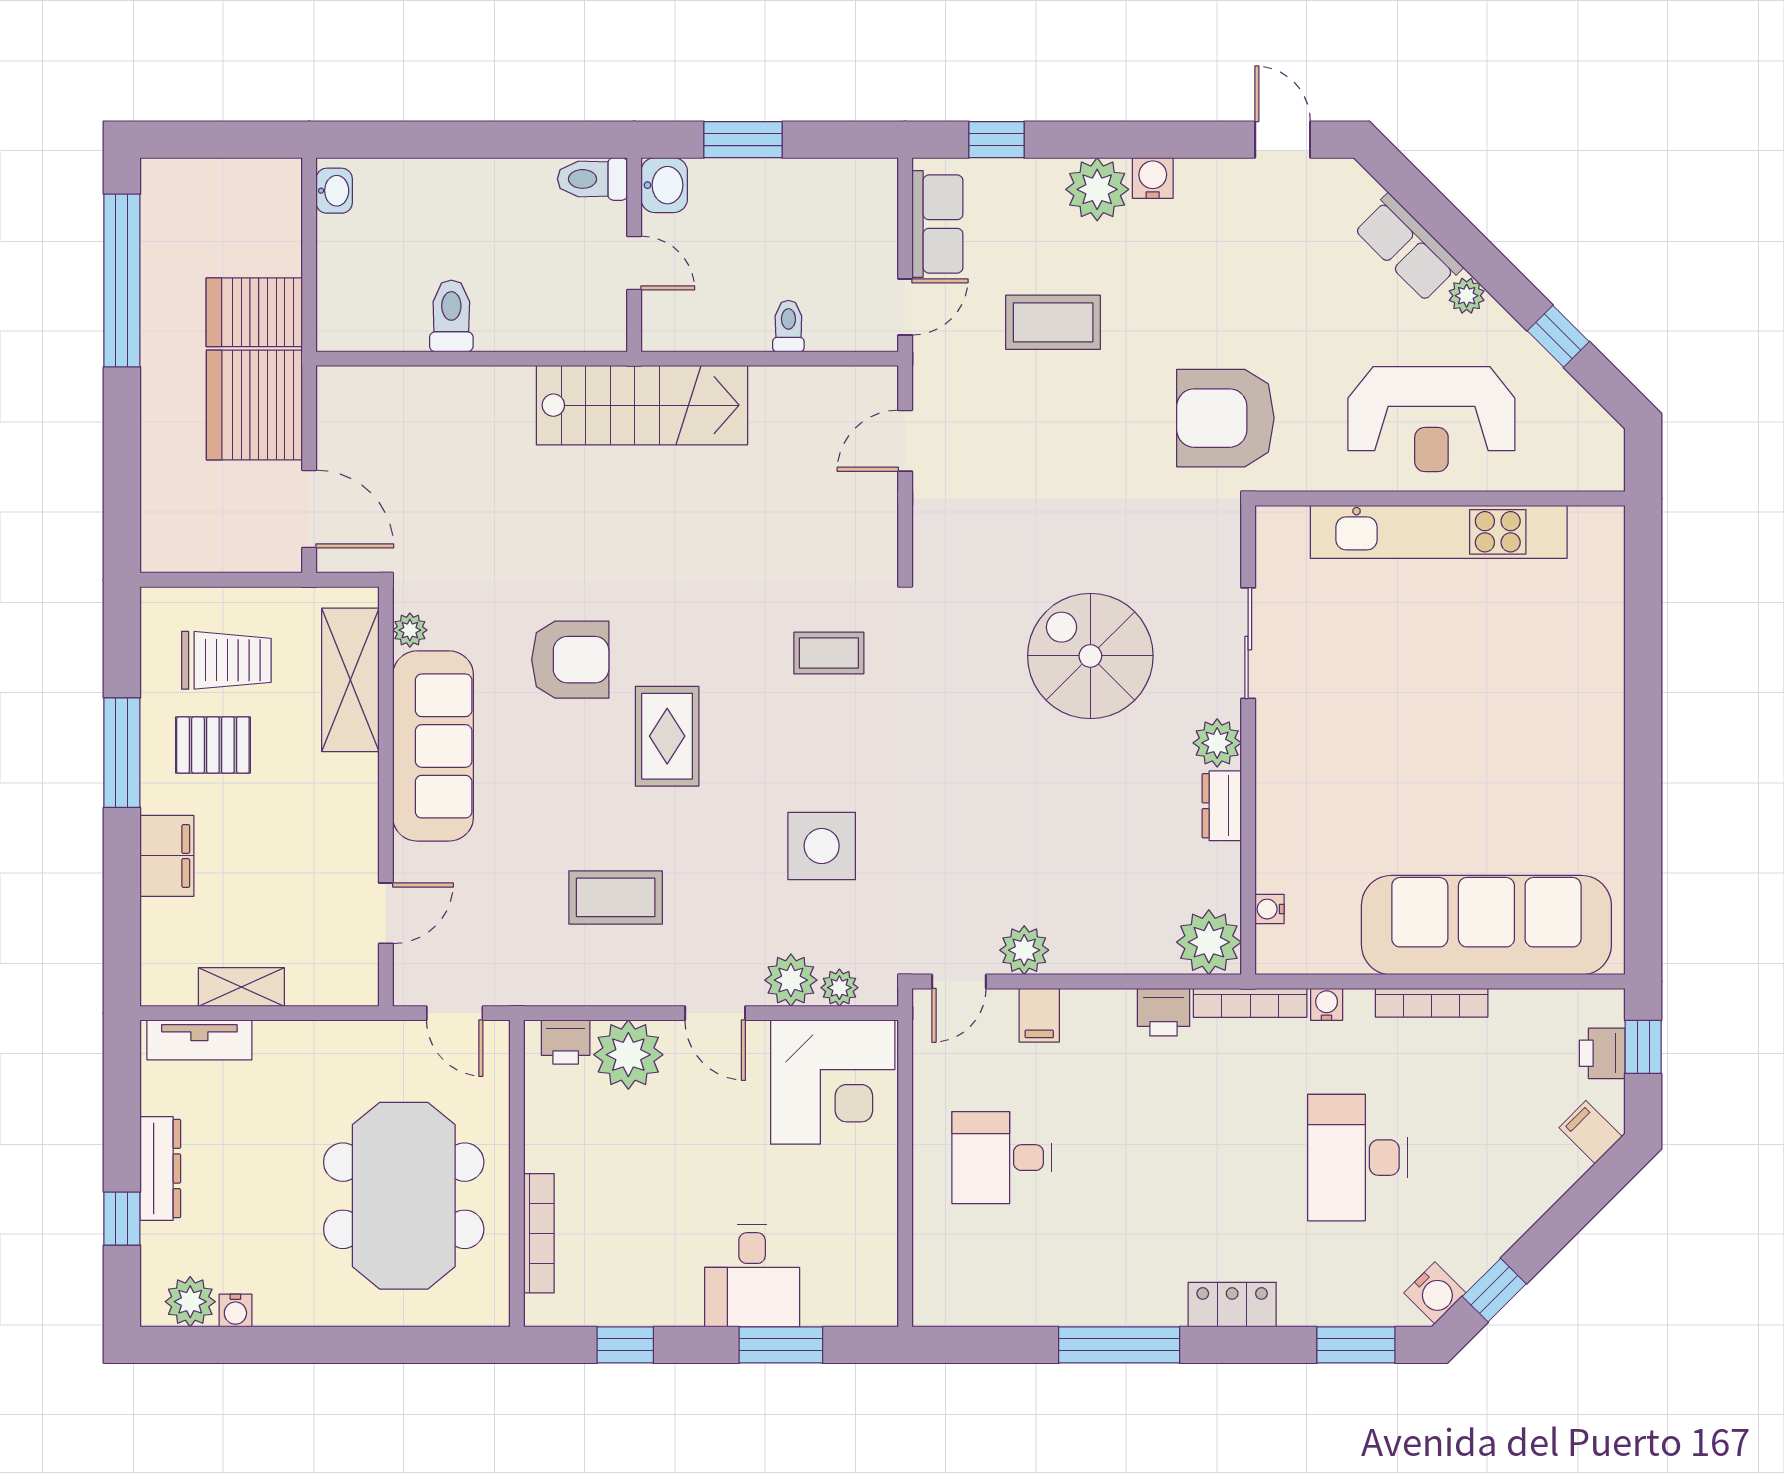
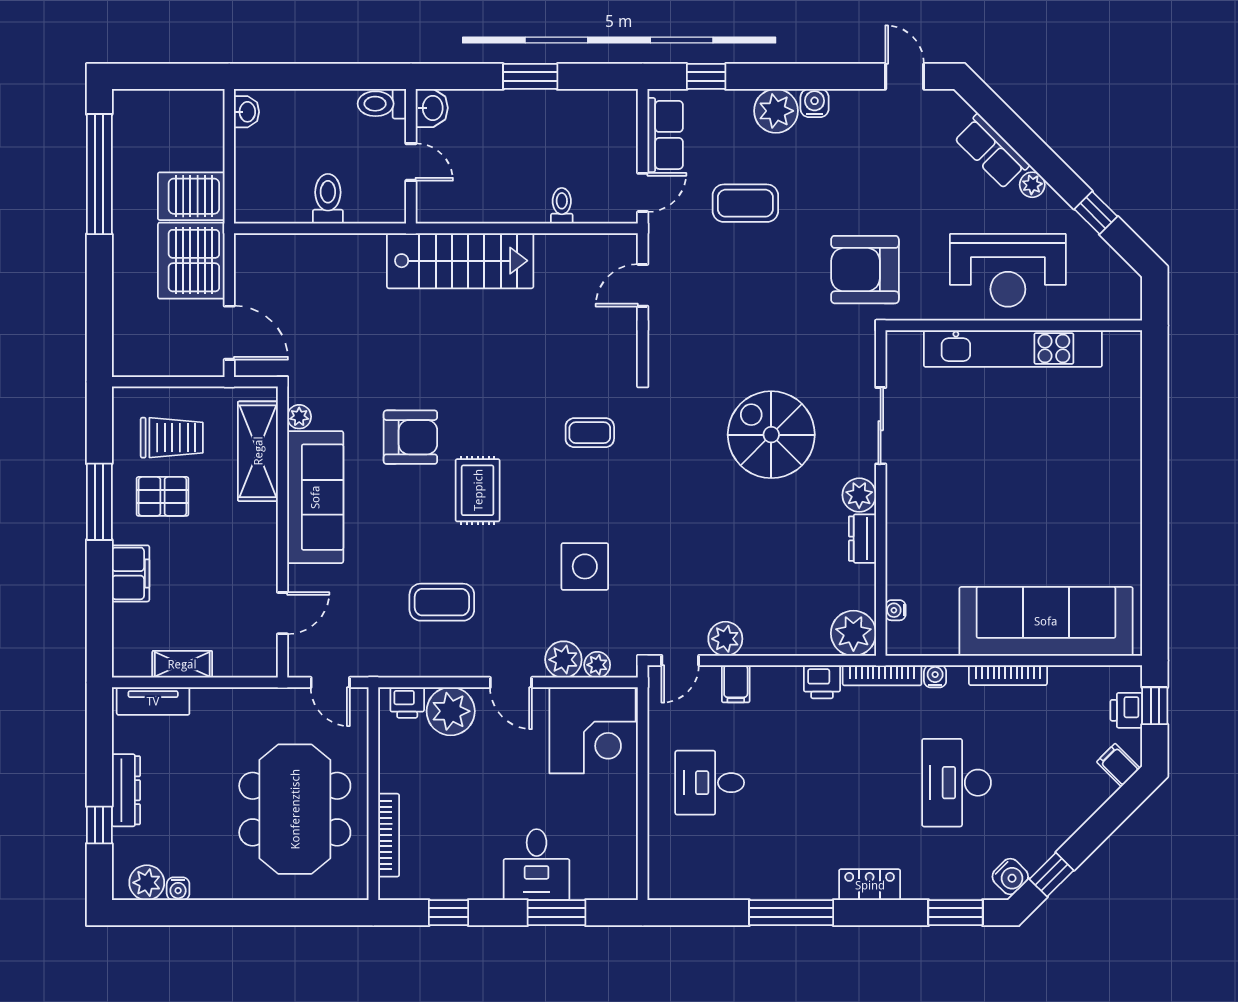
toilet: (592, 179) -> (382, 104), moved
washbasin: (664, 185) -> (432, 108), moved
wall: (634, 255) -> (411, 156), moved
door: (634, 263) -> (411, 162), moved

